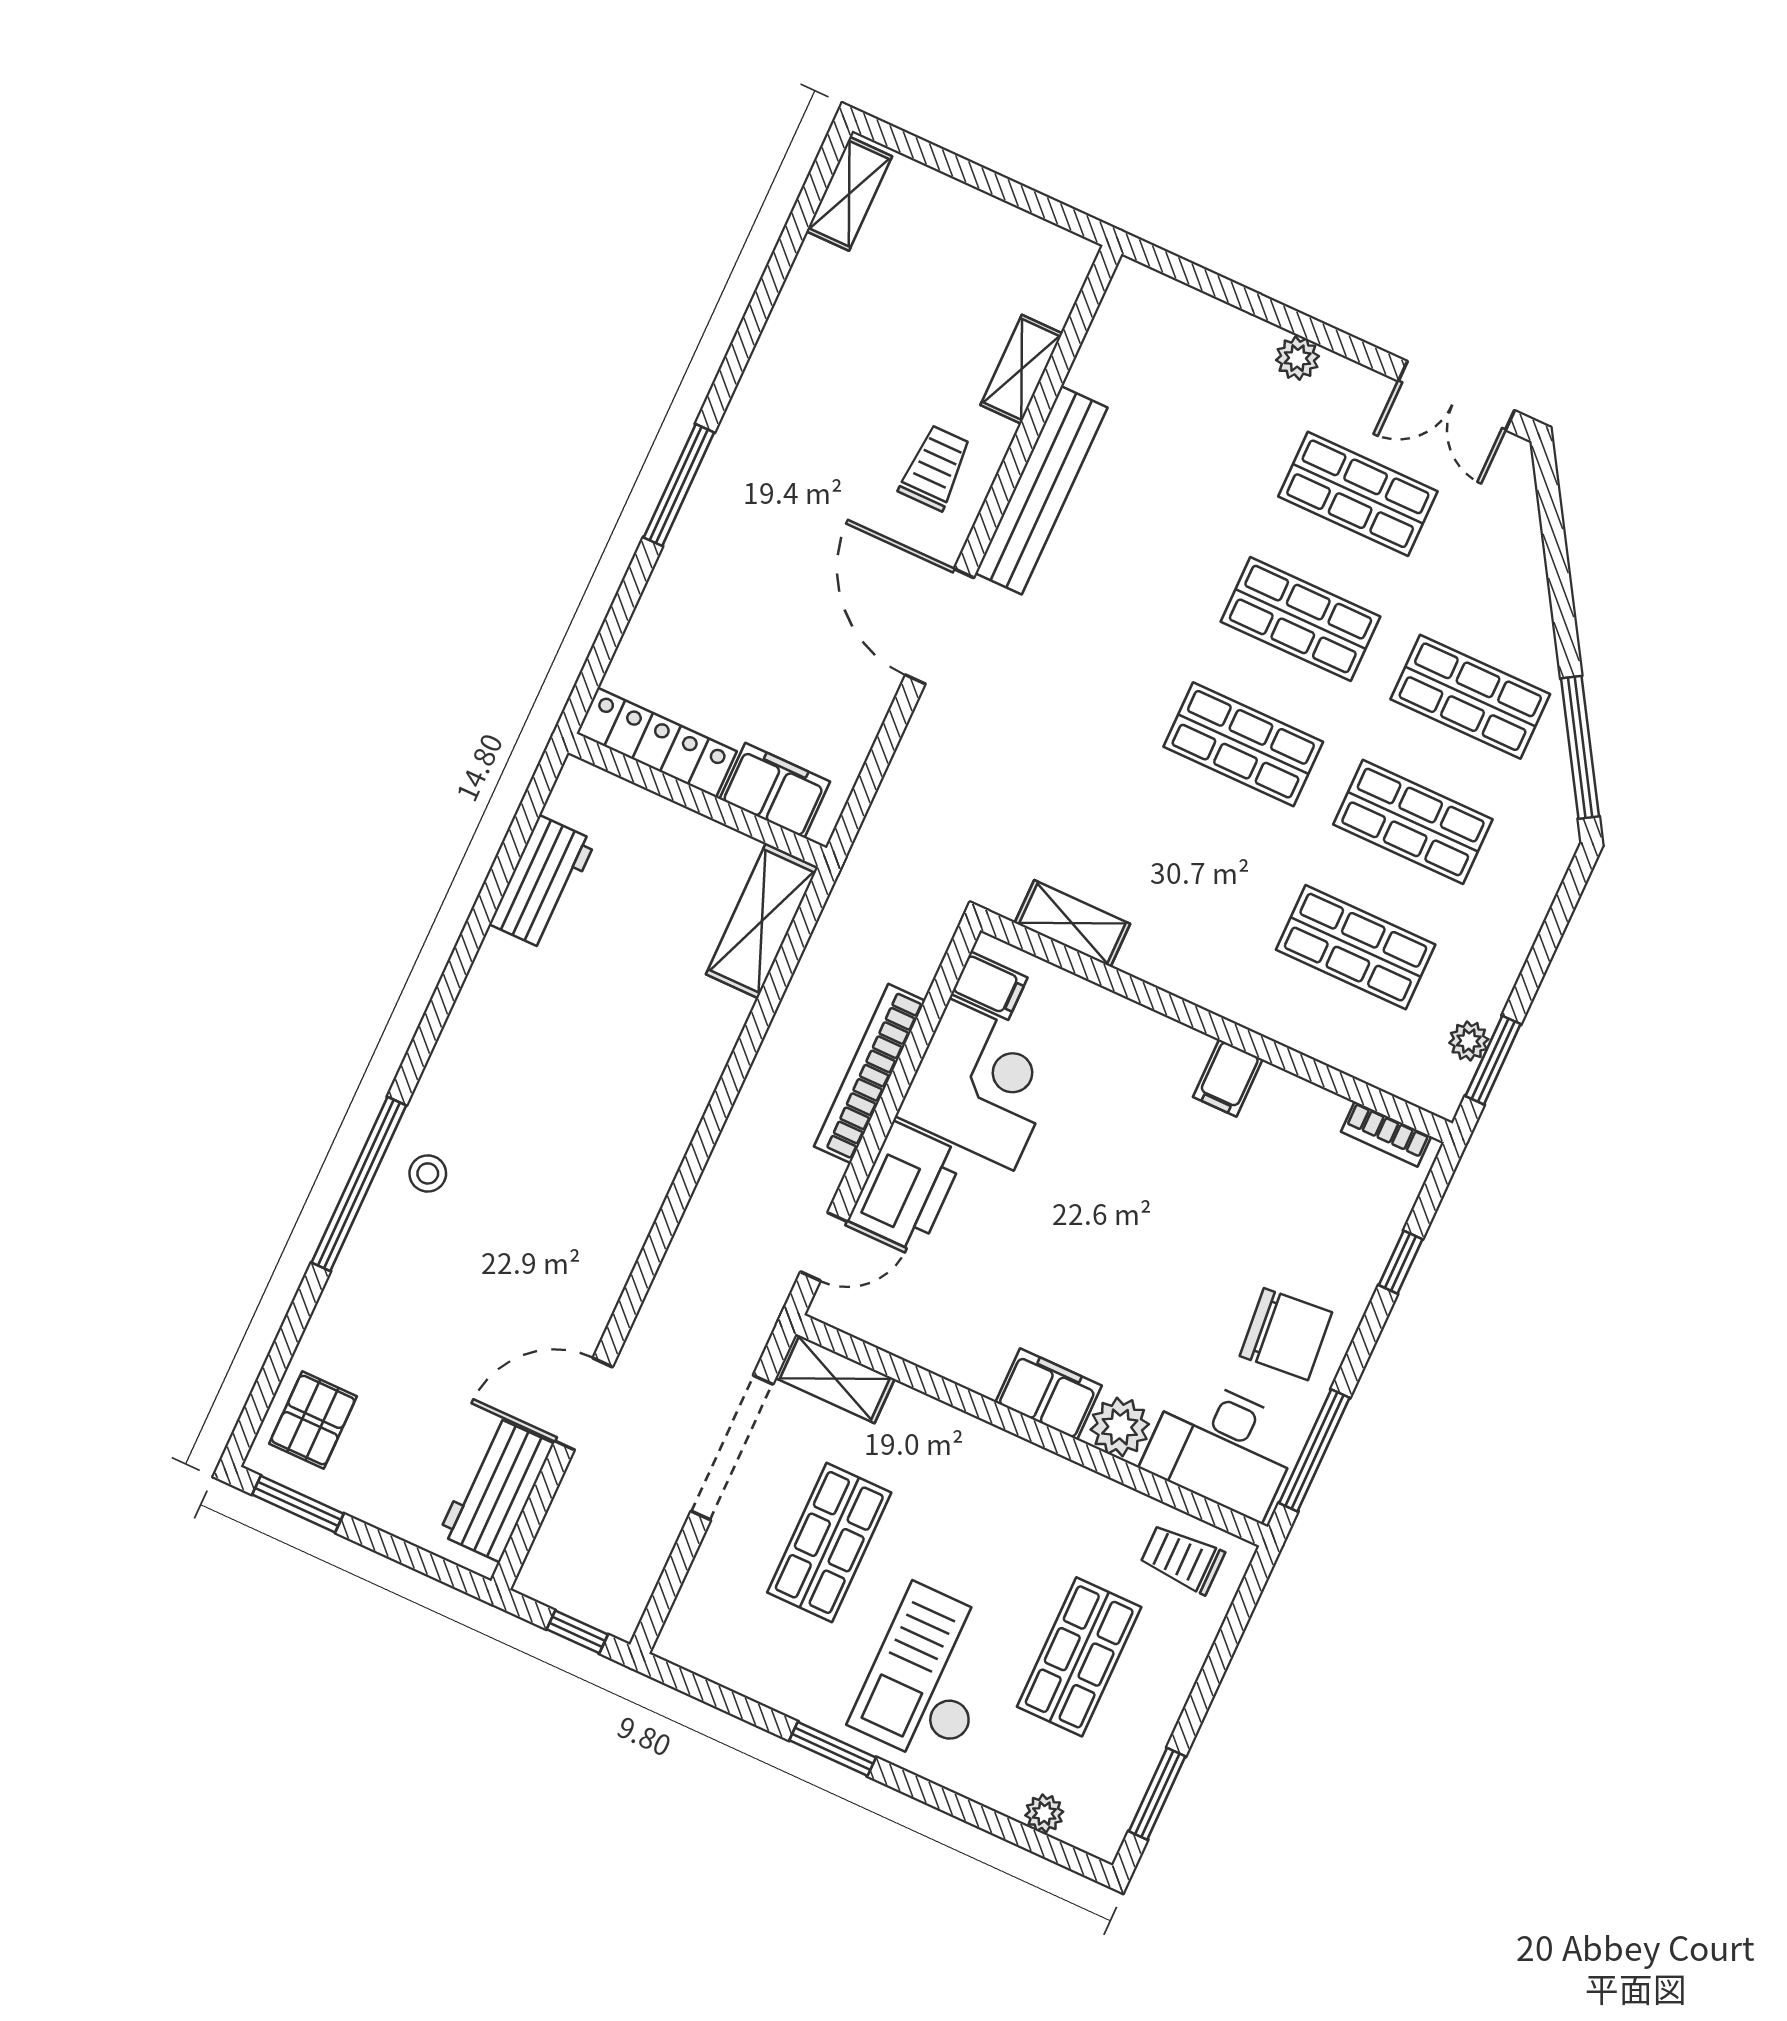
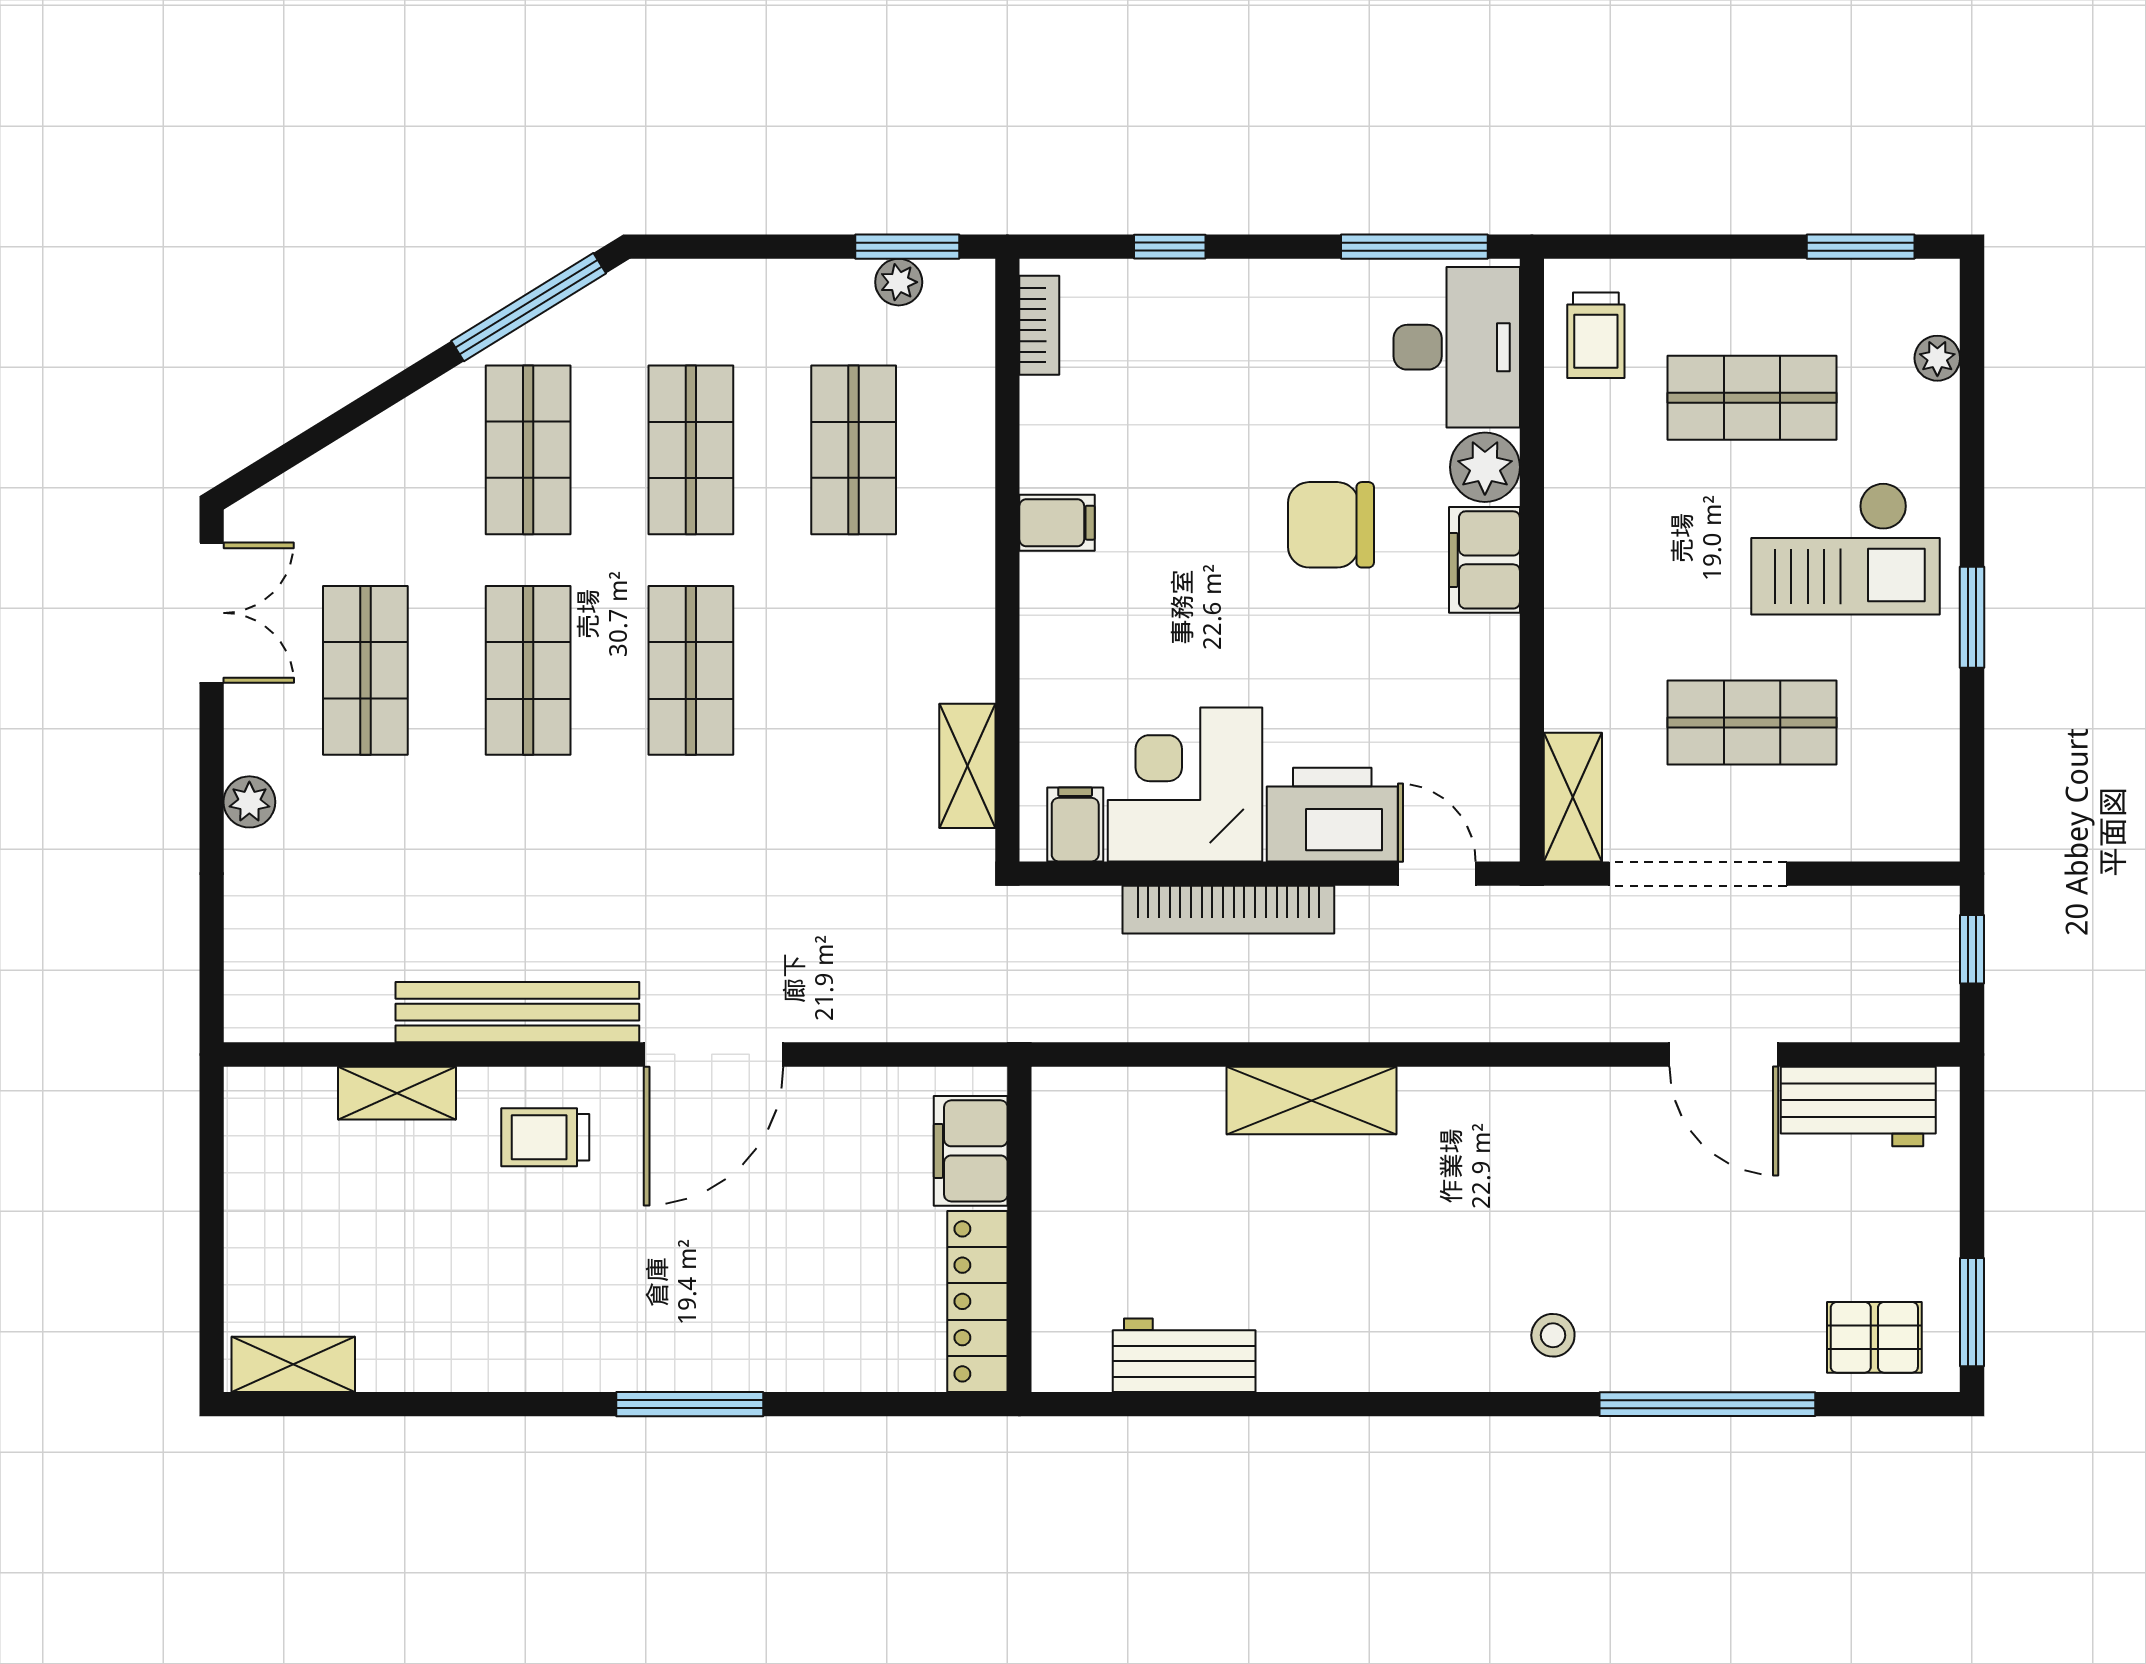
shelving: (762, 921) -> (1312, 1100), moved
window: (359, 1184) -> (1707, 1404), moved
chair: (1286, 1334) -> (1331, 525), moved, turned -85

